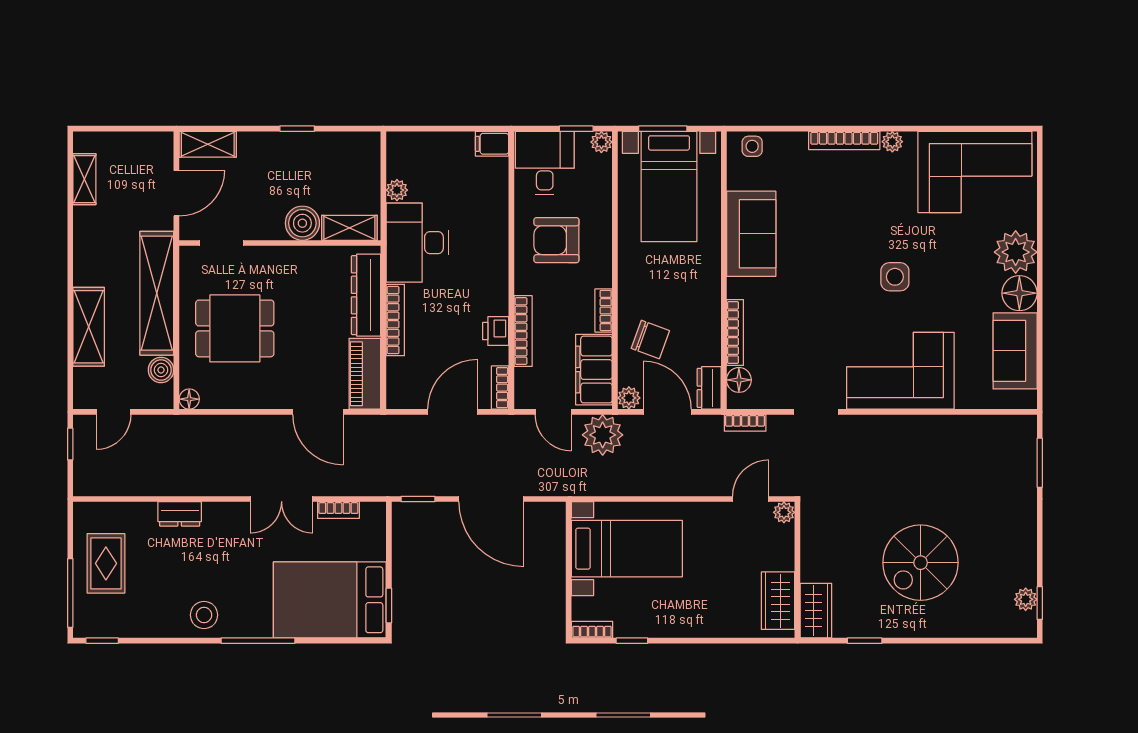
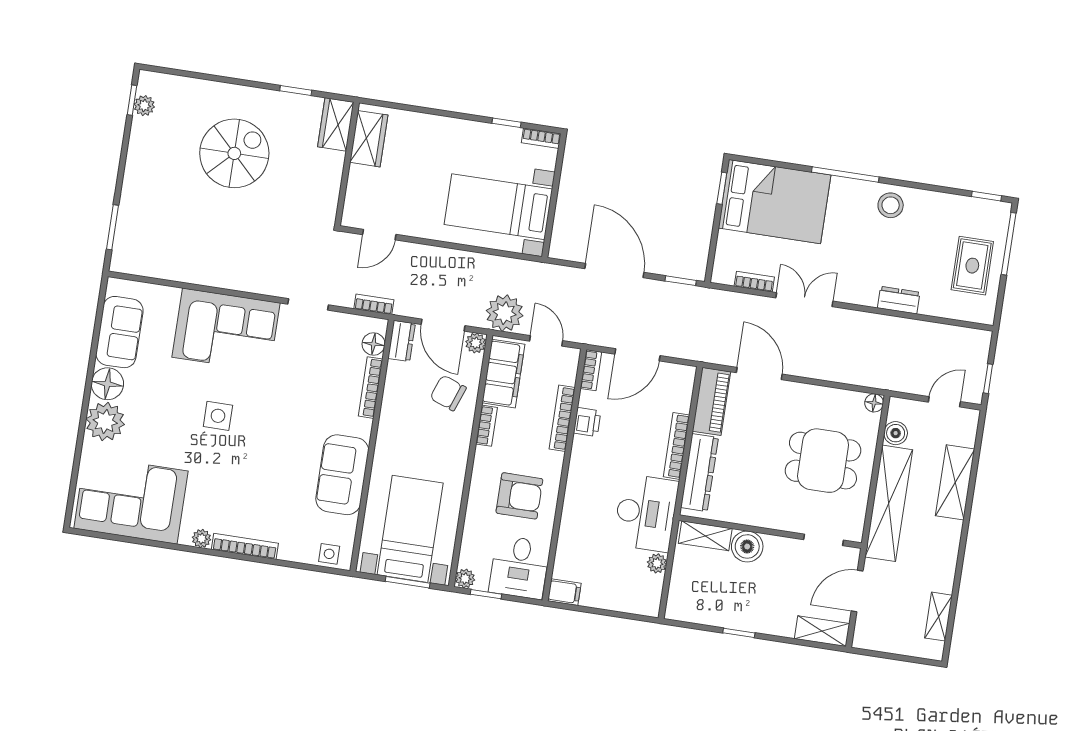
plant: (784, 512) -> (351, 218), removed

